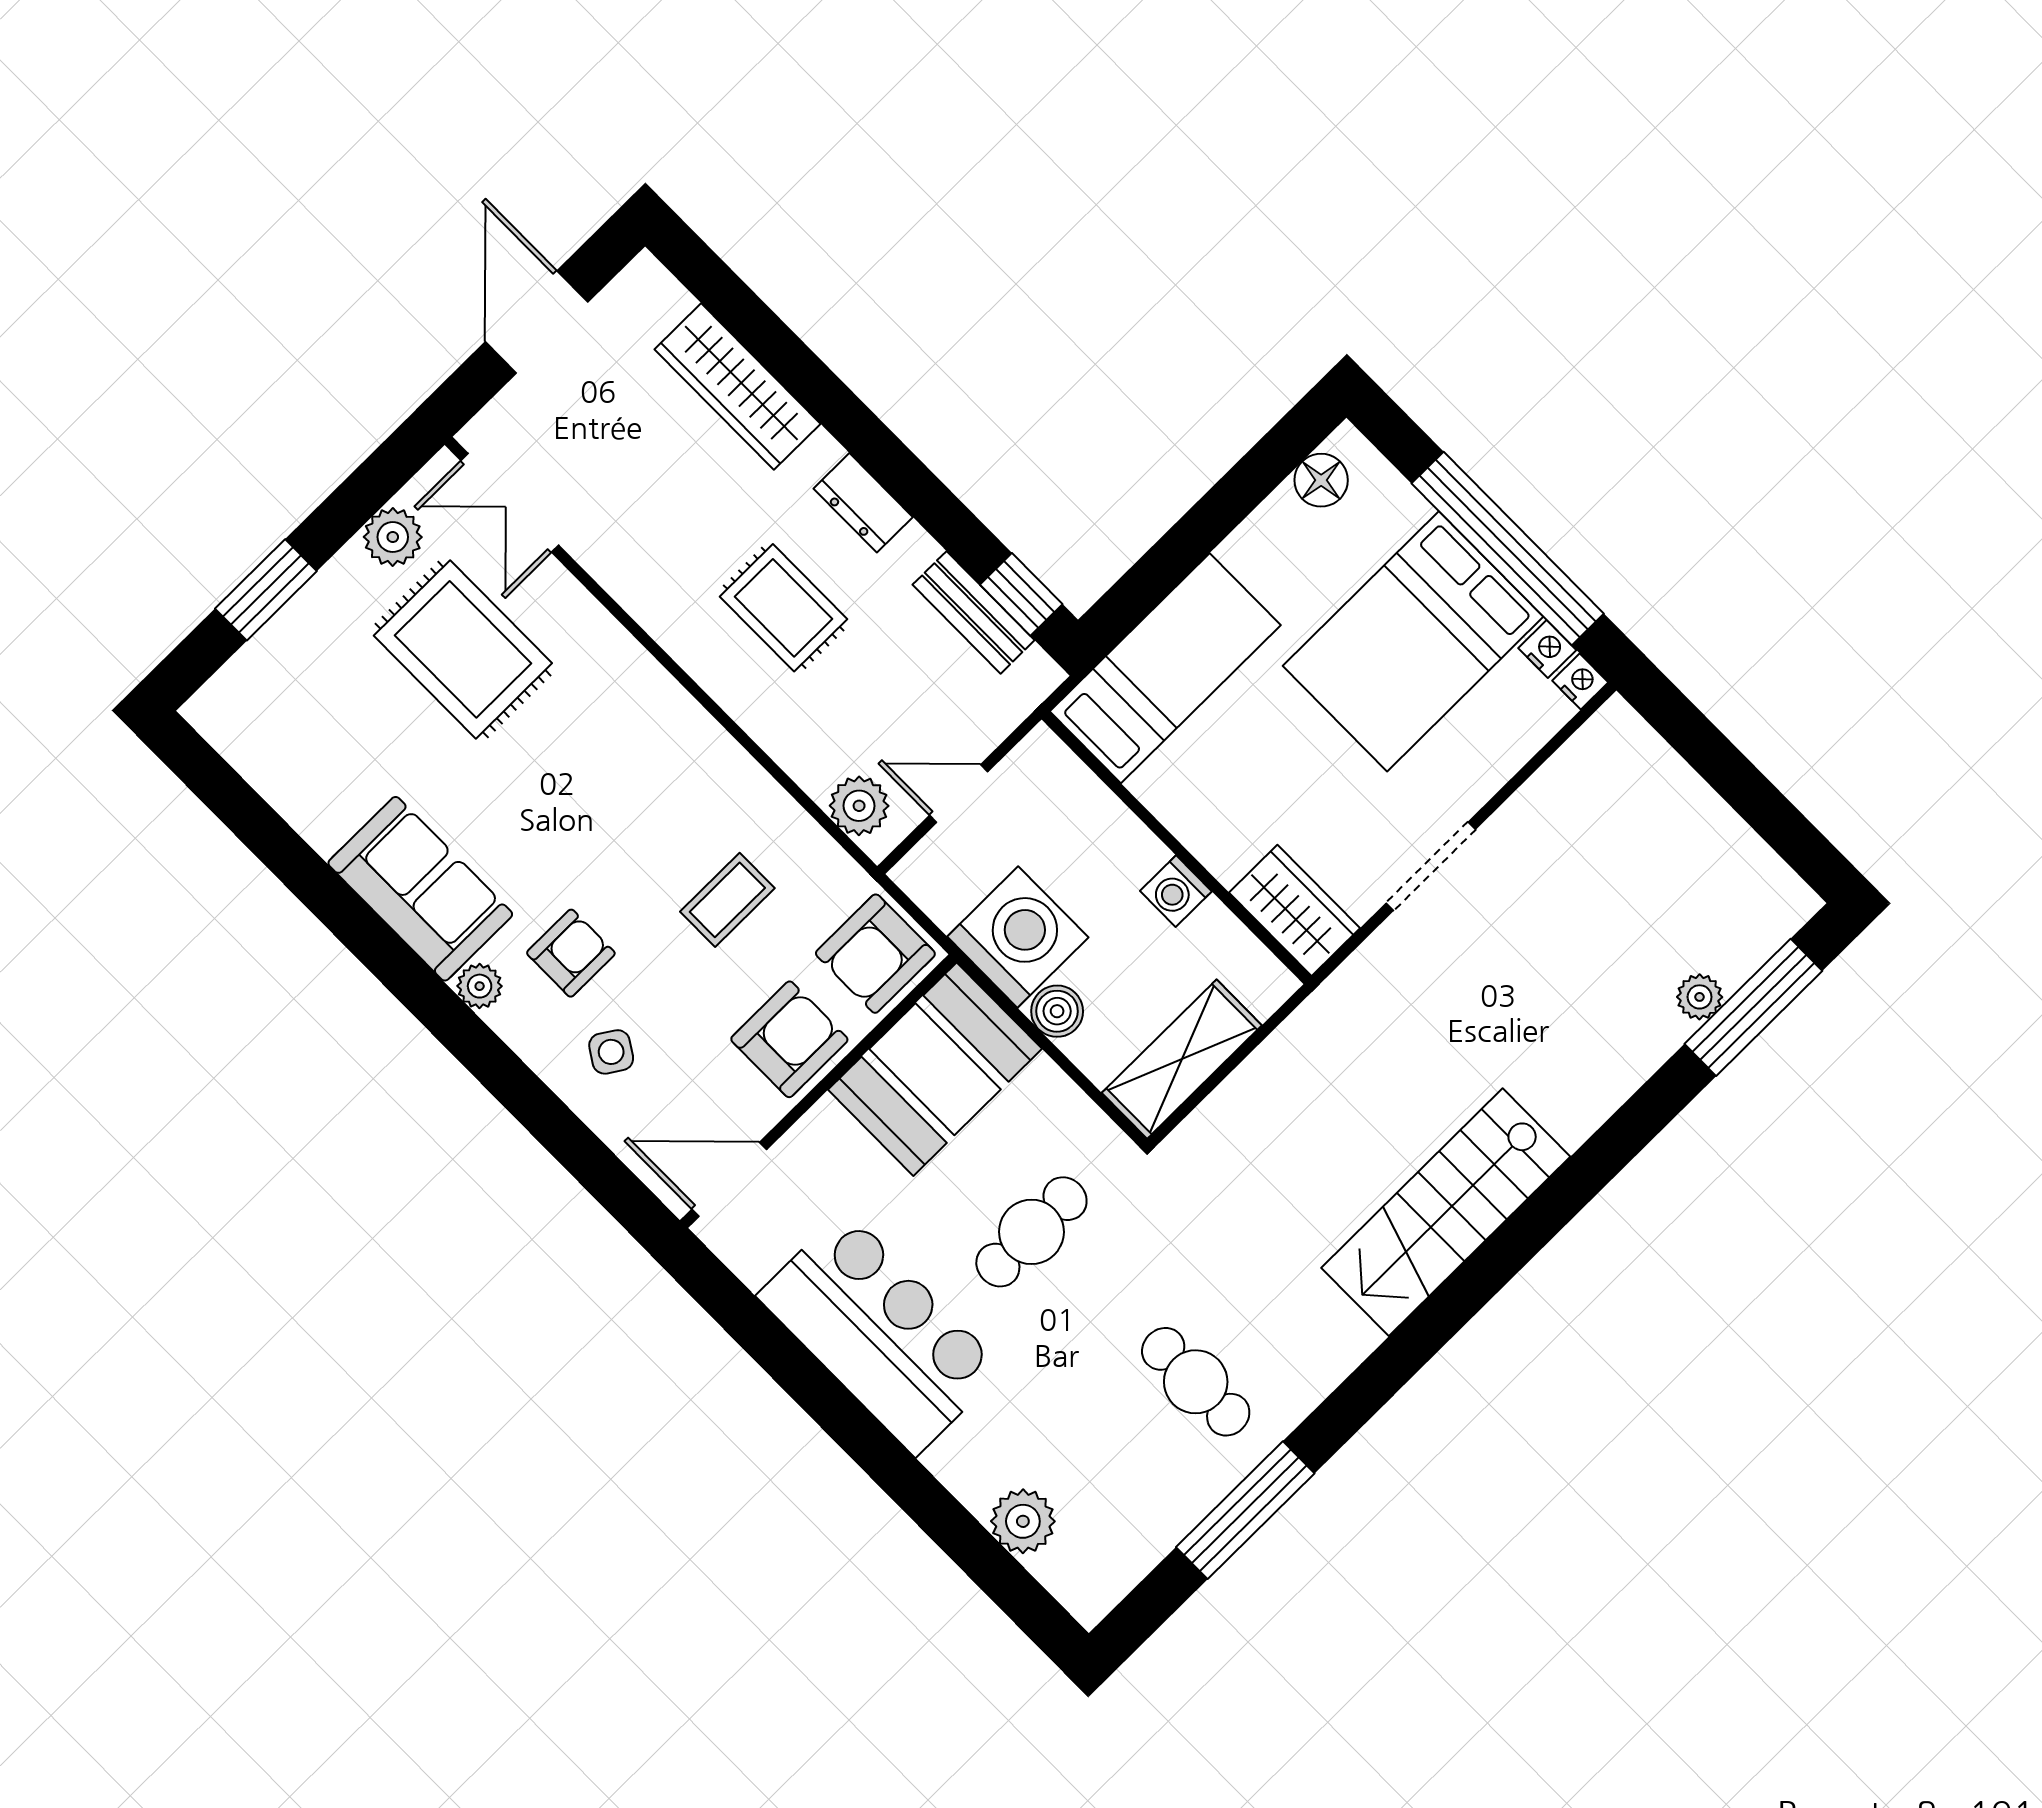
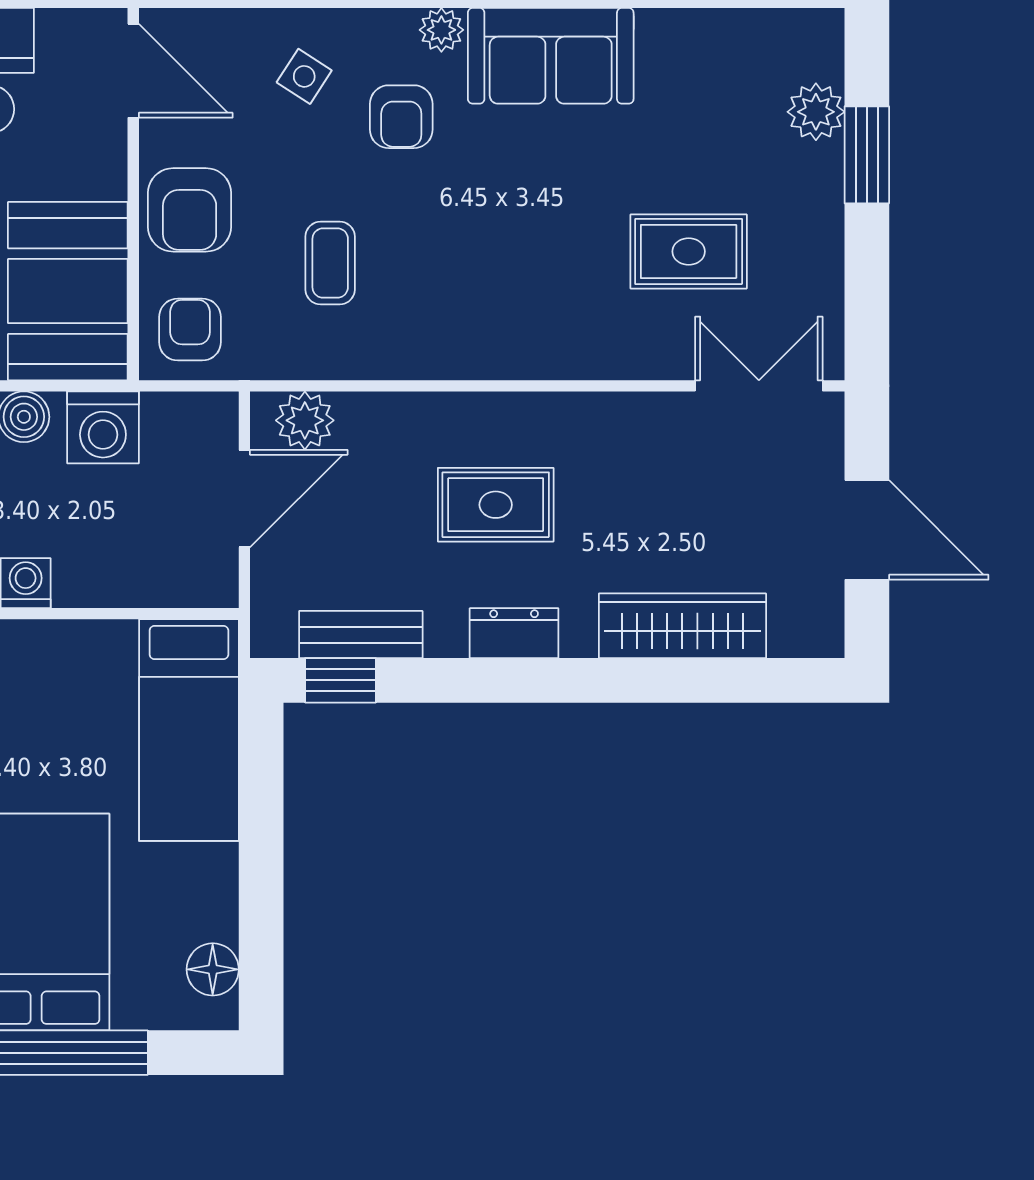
plant: (393, 537) -> (816, 112), moved
rug: (463, 649) -> (689, 251), width x0.73, depth x0.70
door: (959, 794) -> (244, 499), width x1.38
washing machine: (1018, 937) -> (103, 427), width x0.73, depth x0.73
armchair: (875, 954) -> (190, 330), width x0.72, depth x0.72
door: (729, 1179) -> (133, 71), hinge flipped

